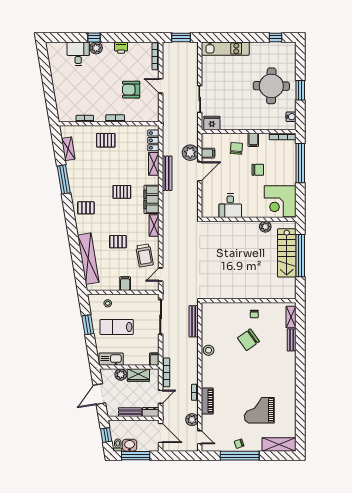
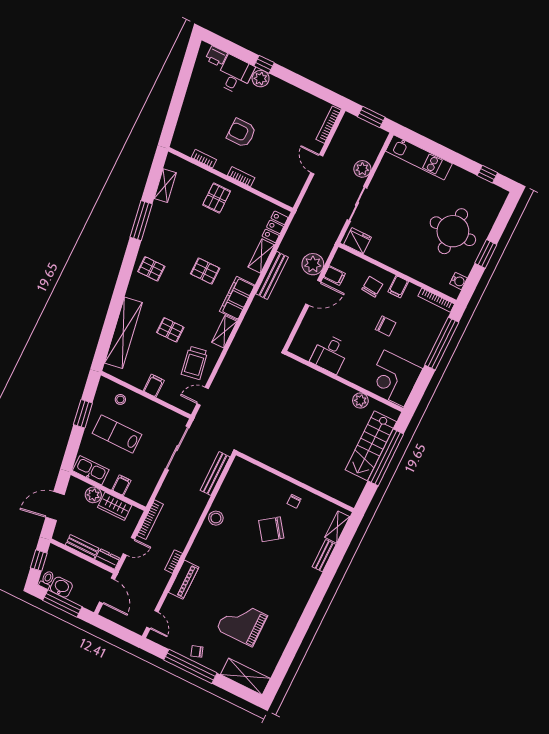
printer: (121, 48) -> (216, 56), moved
armchair: (131, 90) -> (241, 133), moved
pallet: (106, 140) -> (217, 198), turned 90
filing cabinet: (154, 359) -> (121, 485), moved
plant: (192, 420) -> (362, 169), moved

